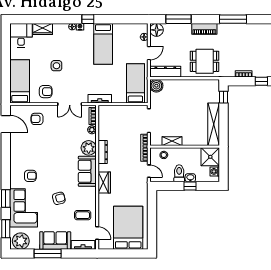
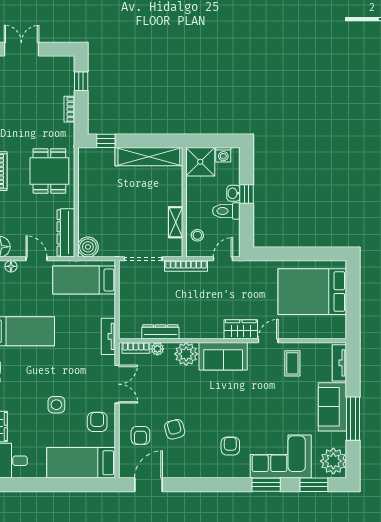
dresser: (103, 152) -> (160, 332), moved
armchair: (59, 198) -> (175, 429), moved
door: (97, 233) -> (268, 341), moved

